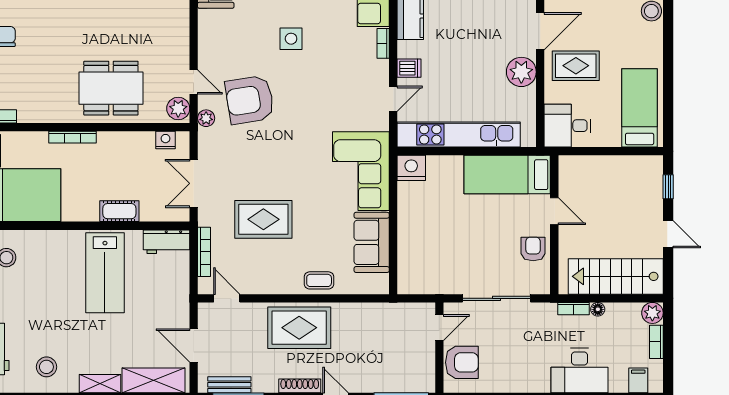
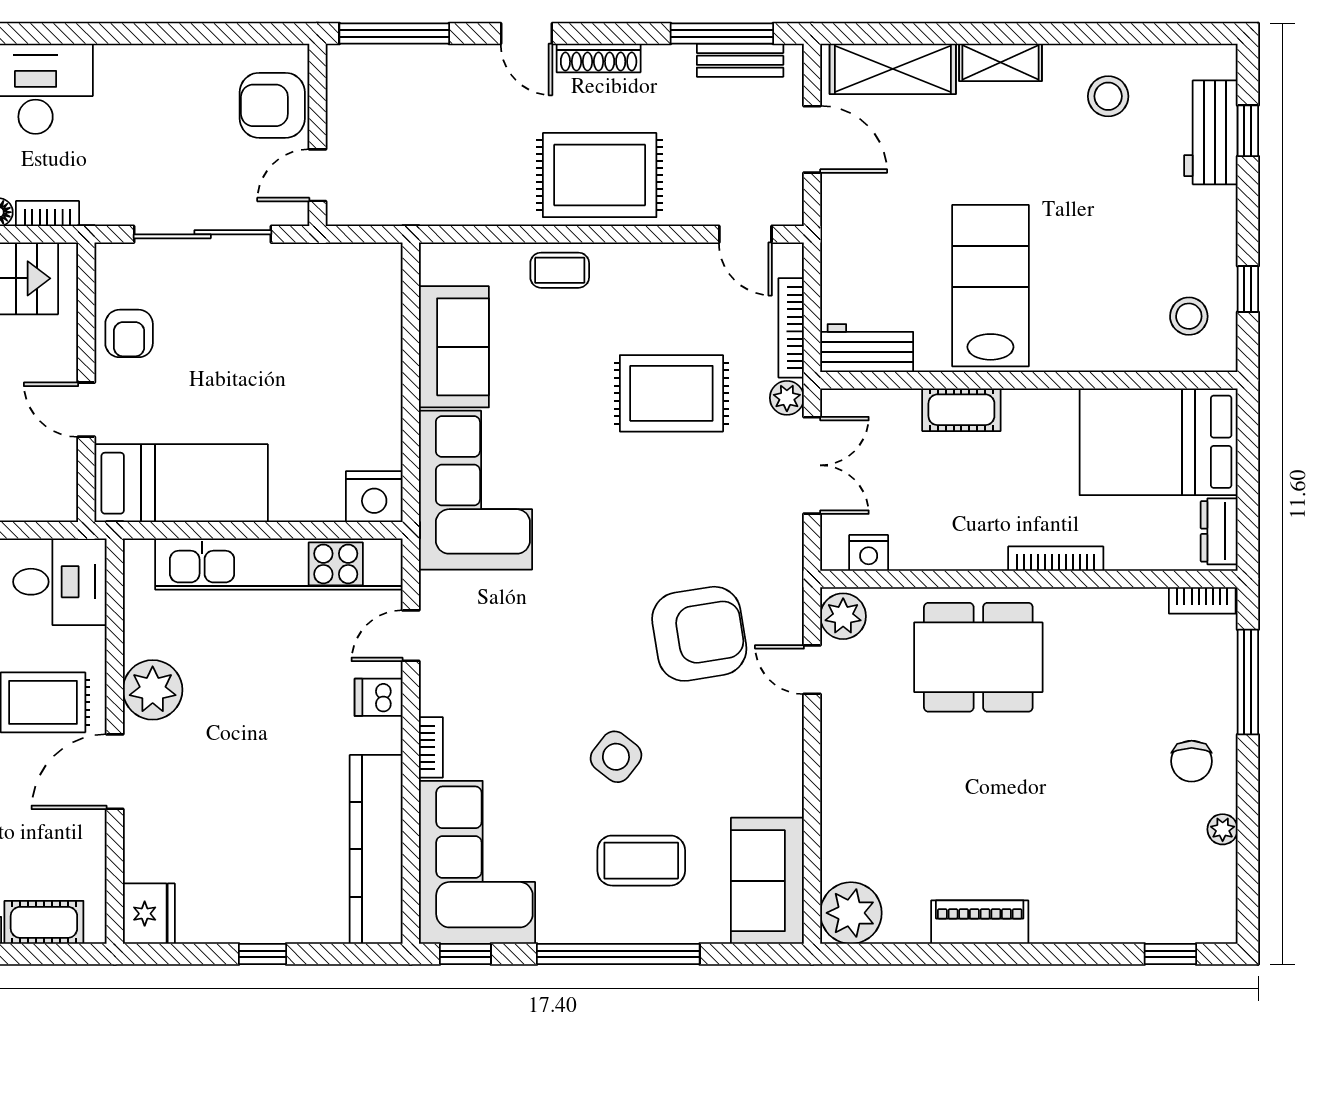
side table: (291, 39) -> (616, 757), turned 38
plant: (206, 118) -> (787, 398), moved

